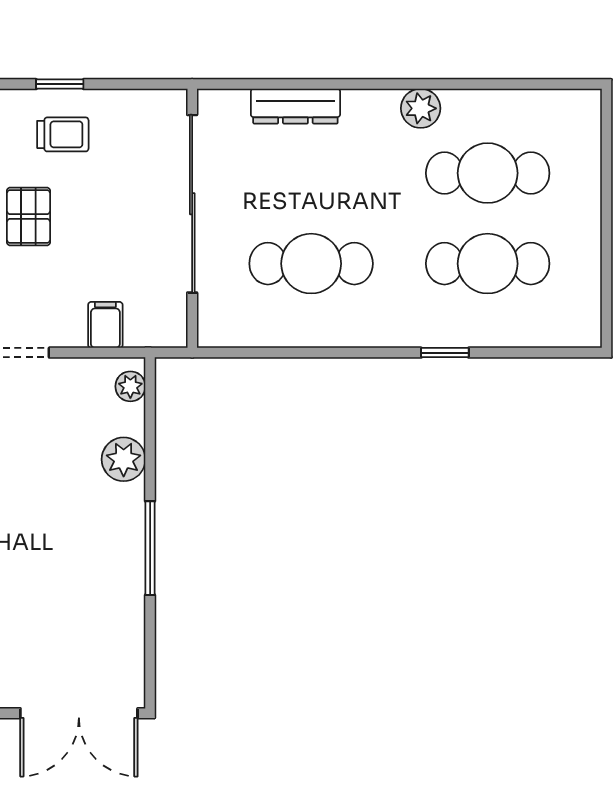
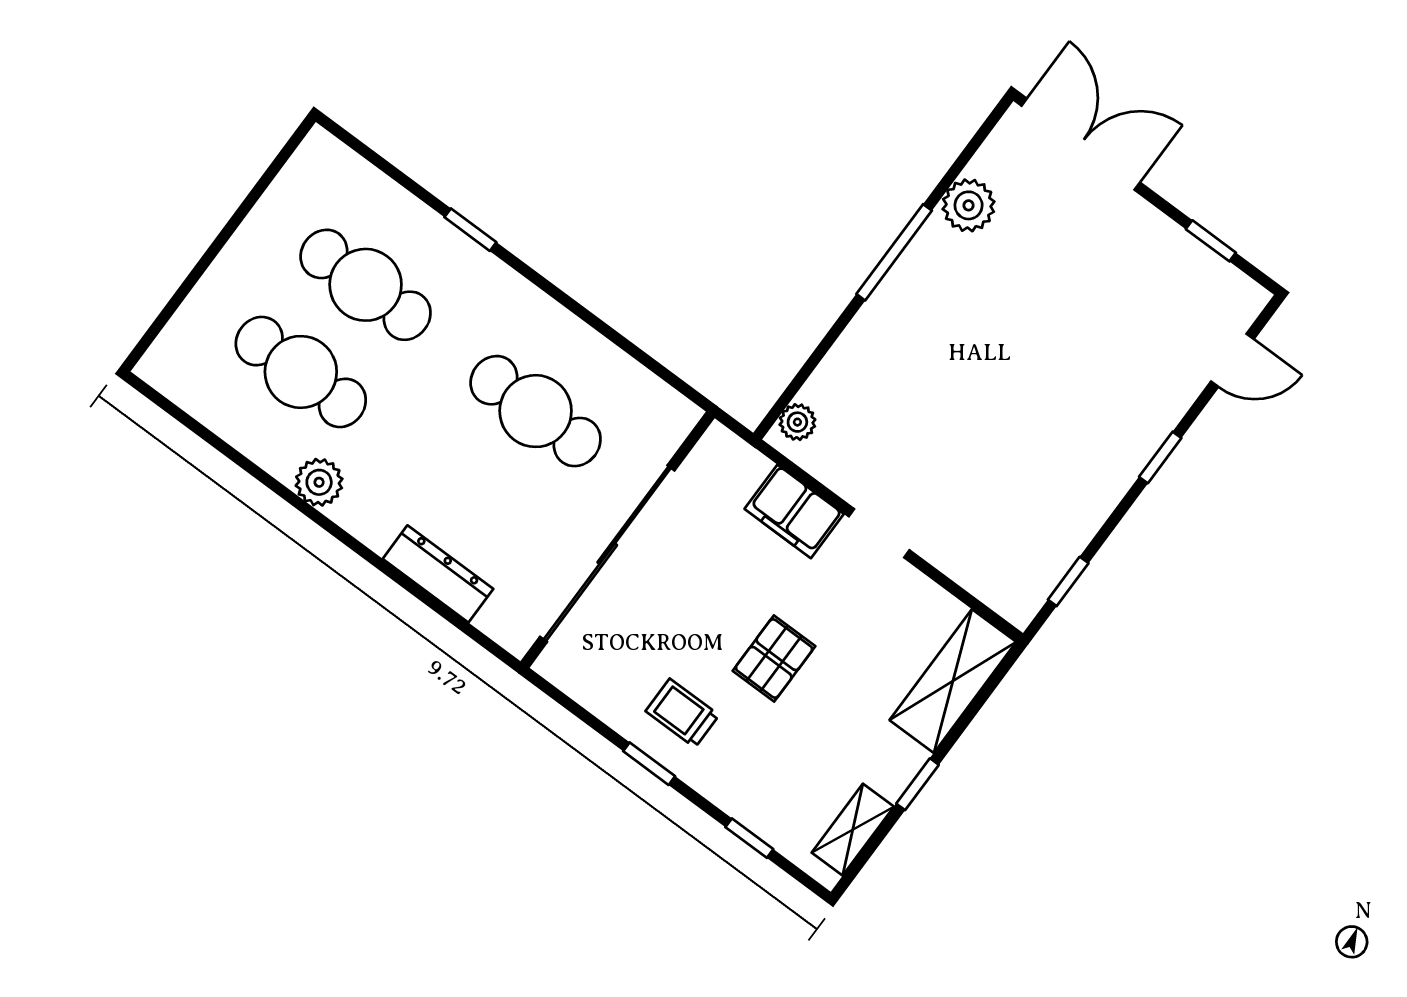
filing cabinet: (105, 325) -> (794, 511), width x2.00
plant: (124, 459) -> (969, 205), moved

